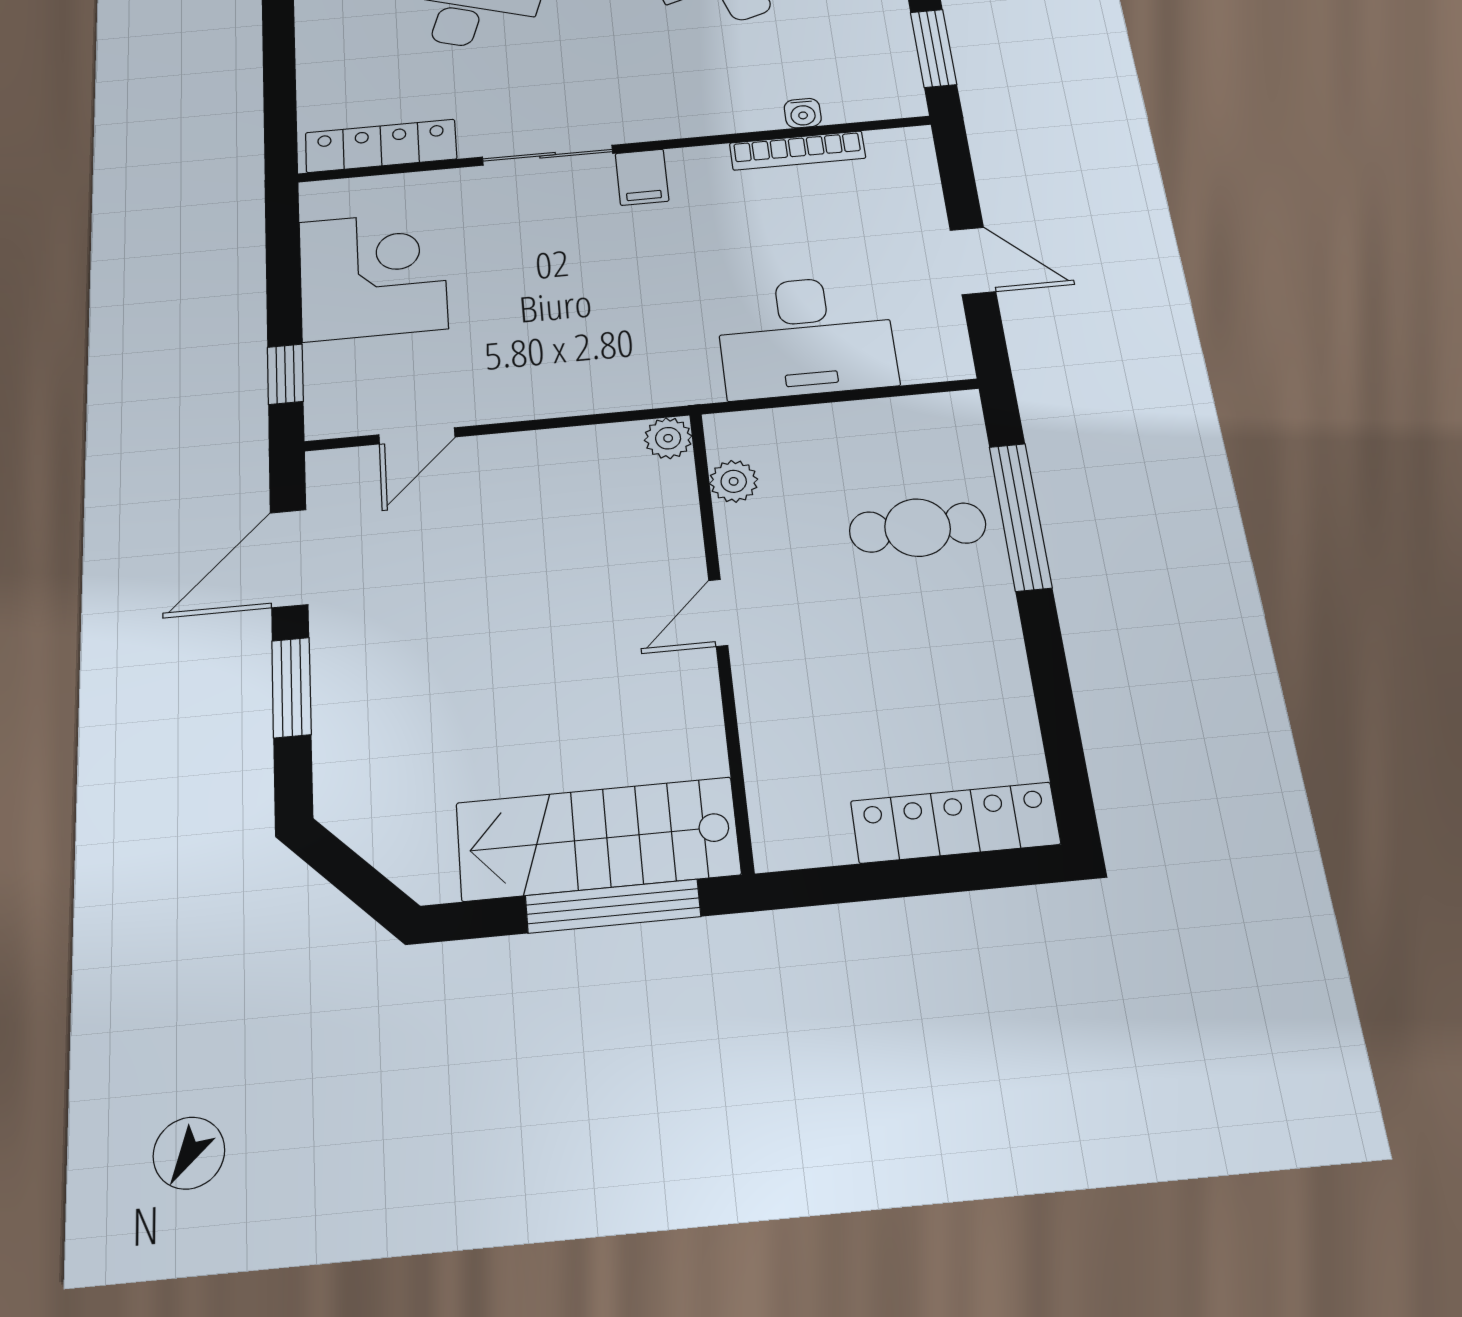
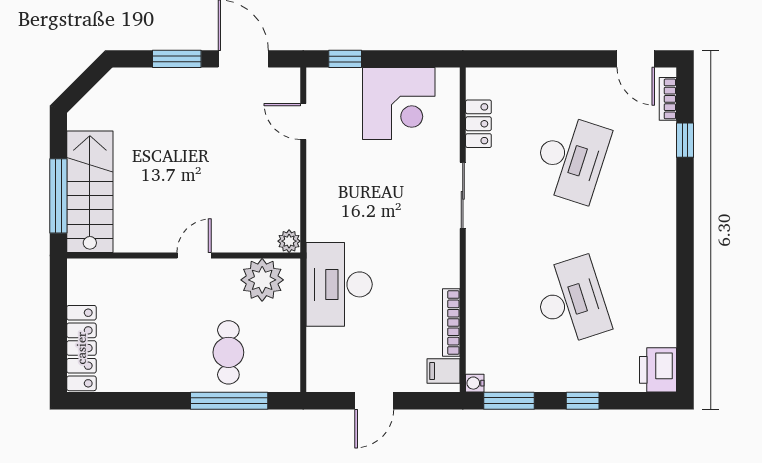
water cooler: (803, 113) -> (475, 383), moved
locker: (381, 146) -> (478, 124), width x0.66
filing cabinet: (642, 177) -> (444, 371), moved
desk: (806, 336) -> (339, 284), moved
plant: (734, 481) -> (262, 280), width x1.88, depth x1.88
door: (718, 613) -> (194, 255), hinge flipped

